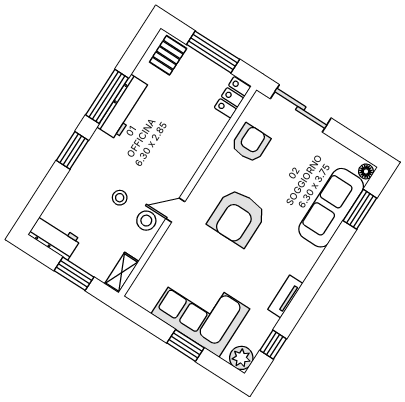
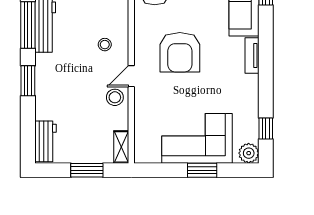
stool: (120, 198) -> (105, 45), moved
workbench: (54, 237) -> (45, 141), moved, turned 90
tv unit: (285, 296) -> (252, 55), moved

